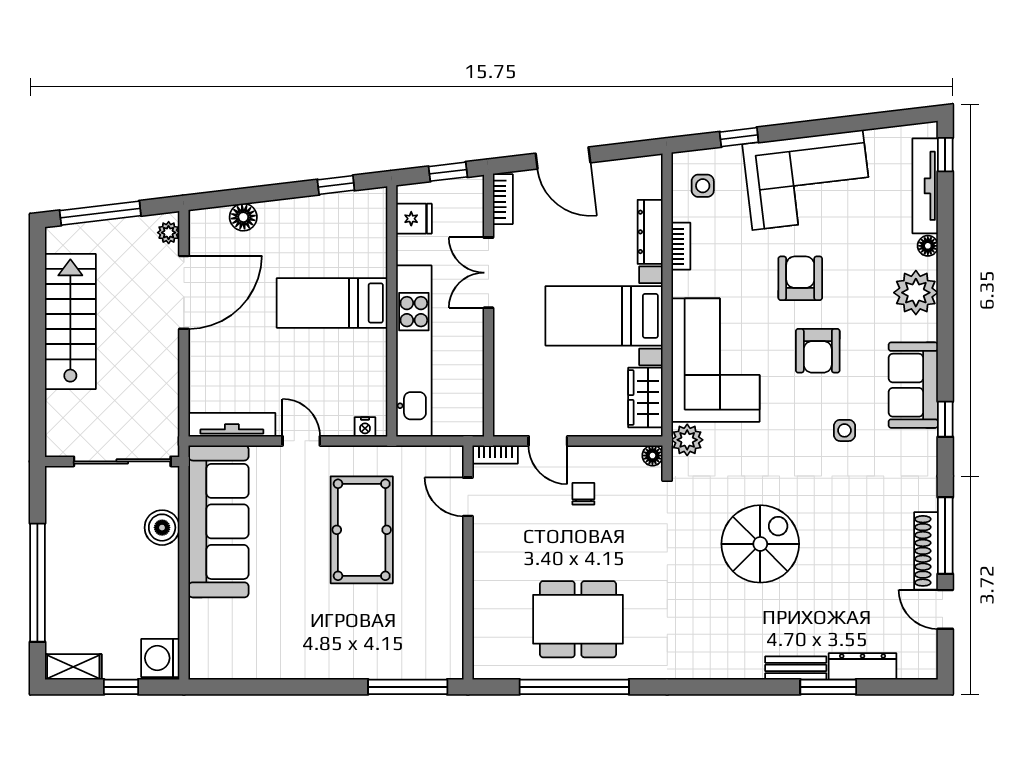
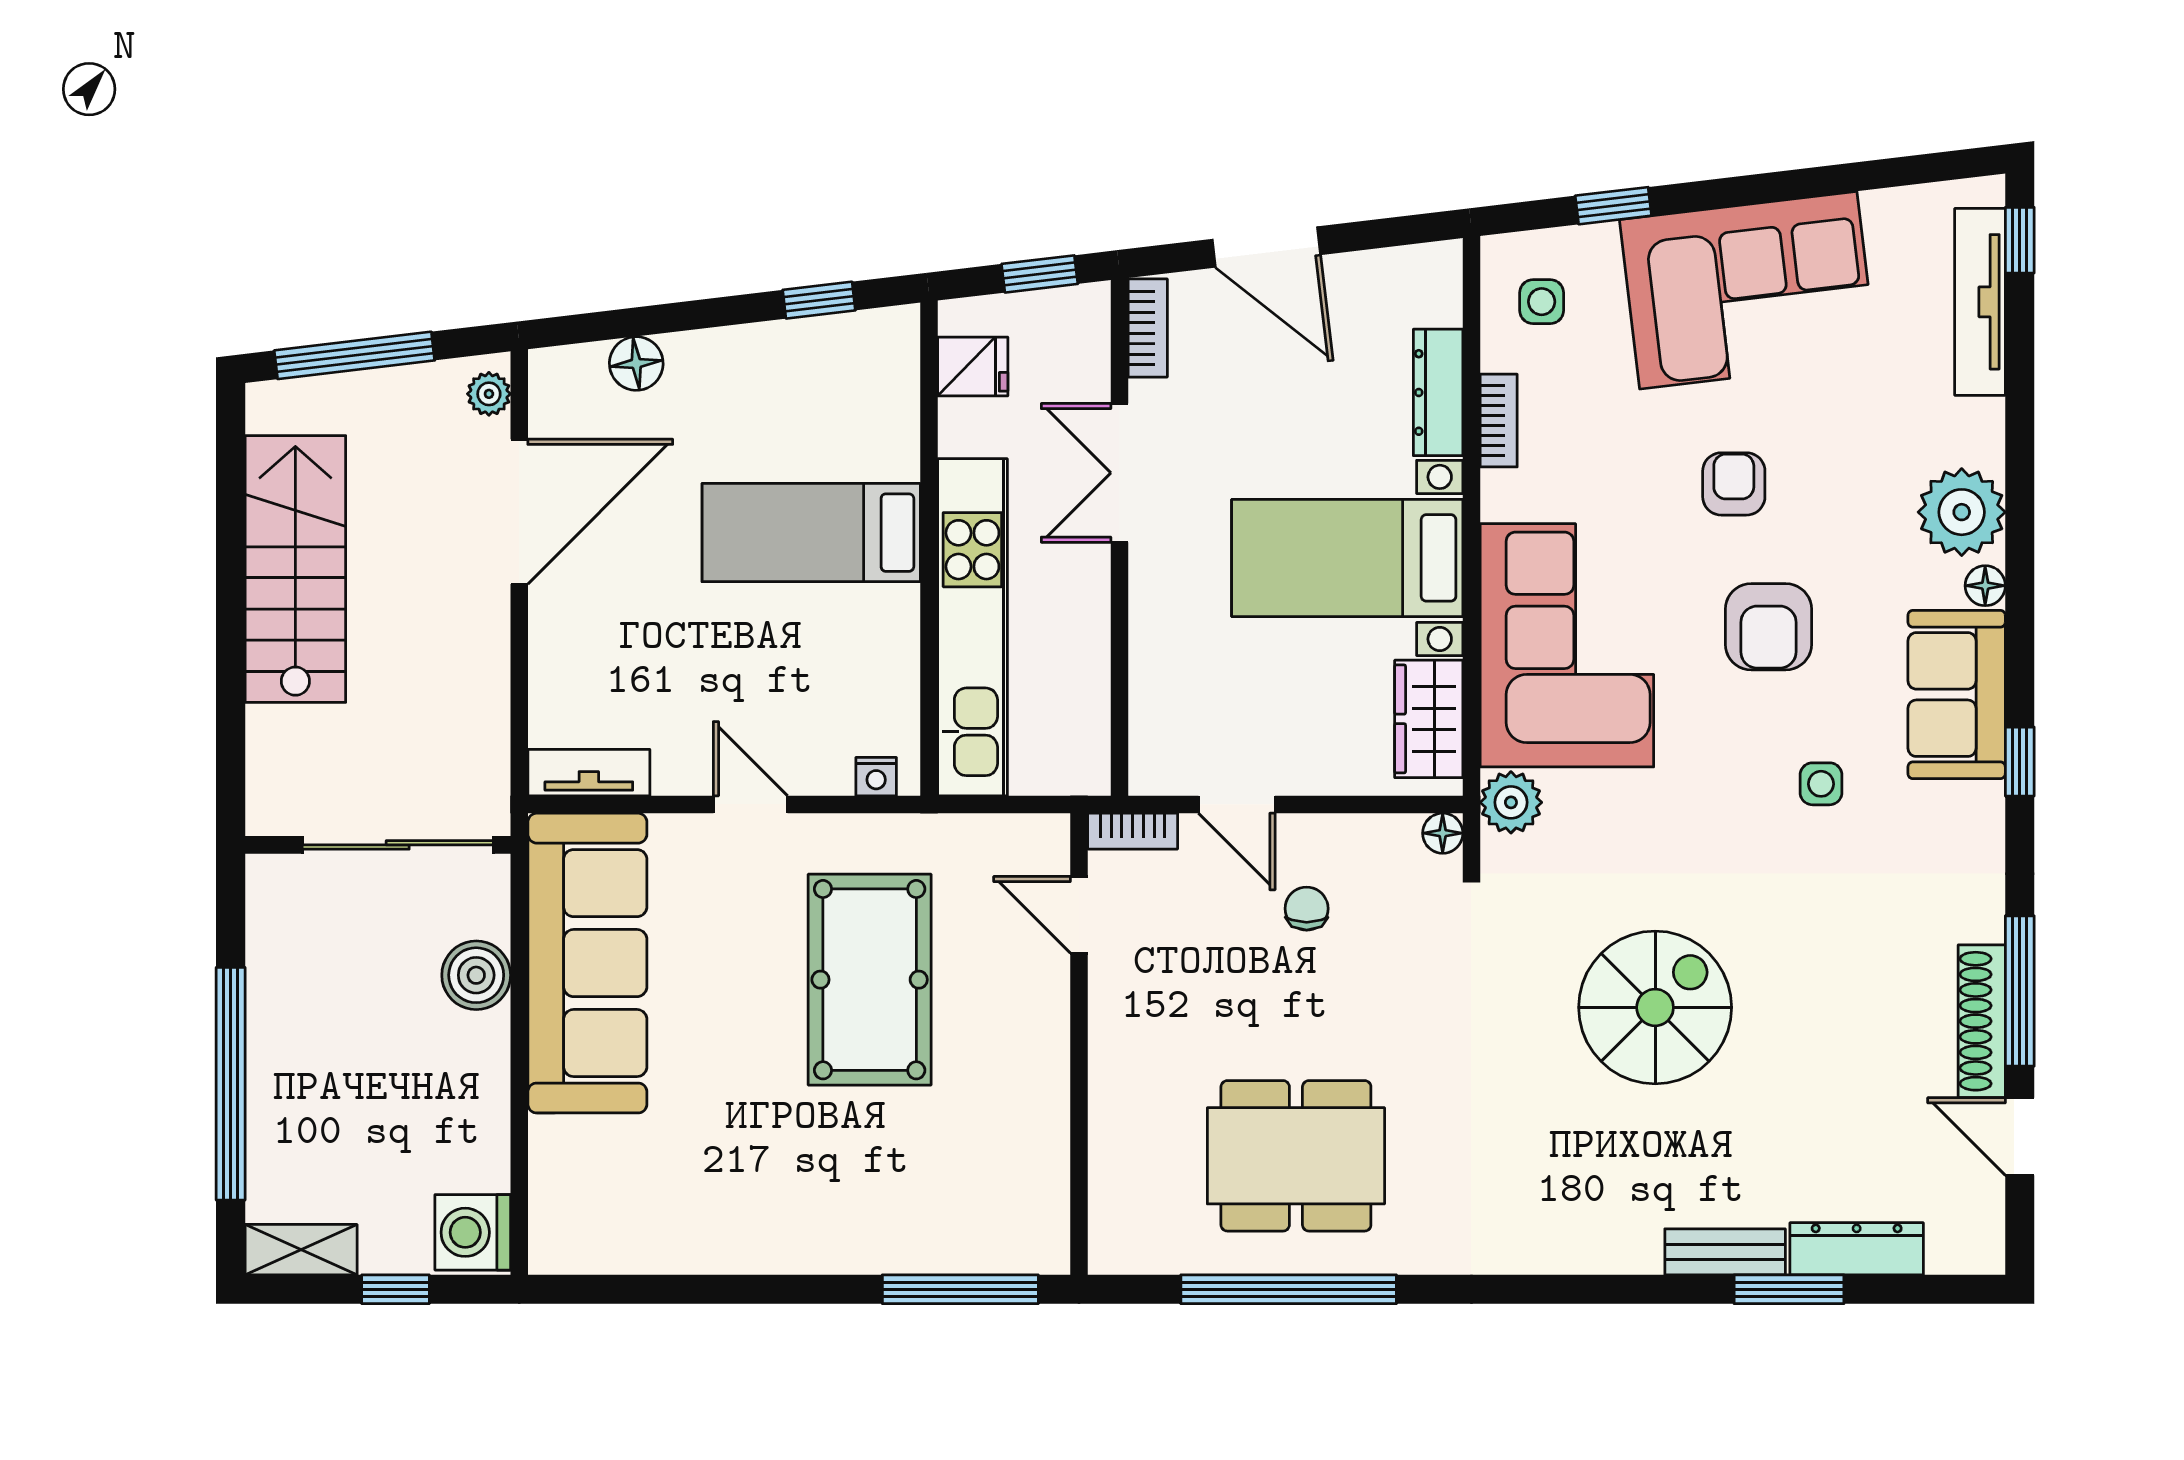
floor lamp: (928, 246) -> (1985, 586), moved
armchair: (800, 278) -> (1734, 484), width x0.72, depth x0.72
tv unit: (232, 425) -> (589, 773), width x0.71

